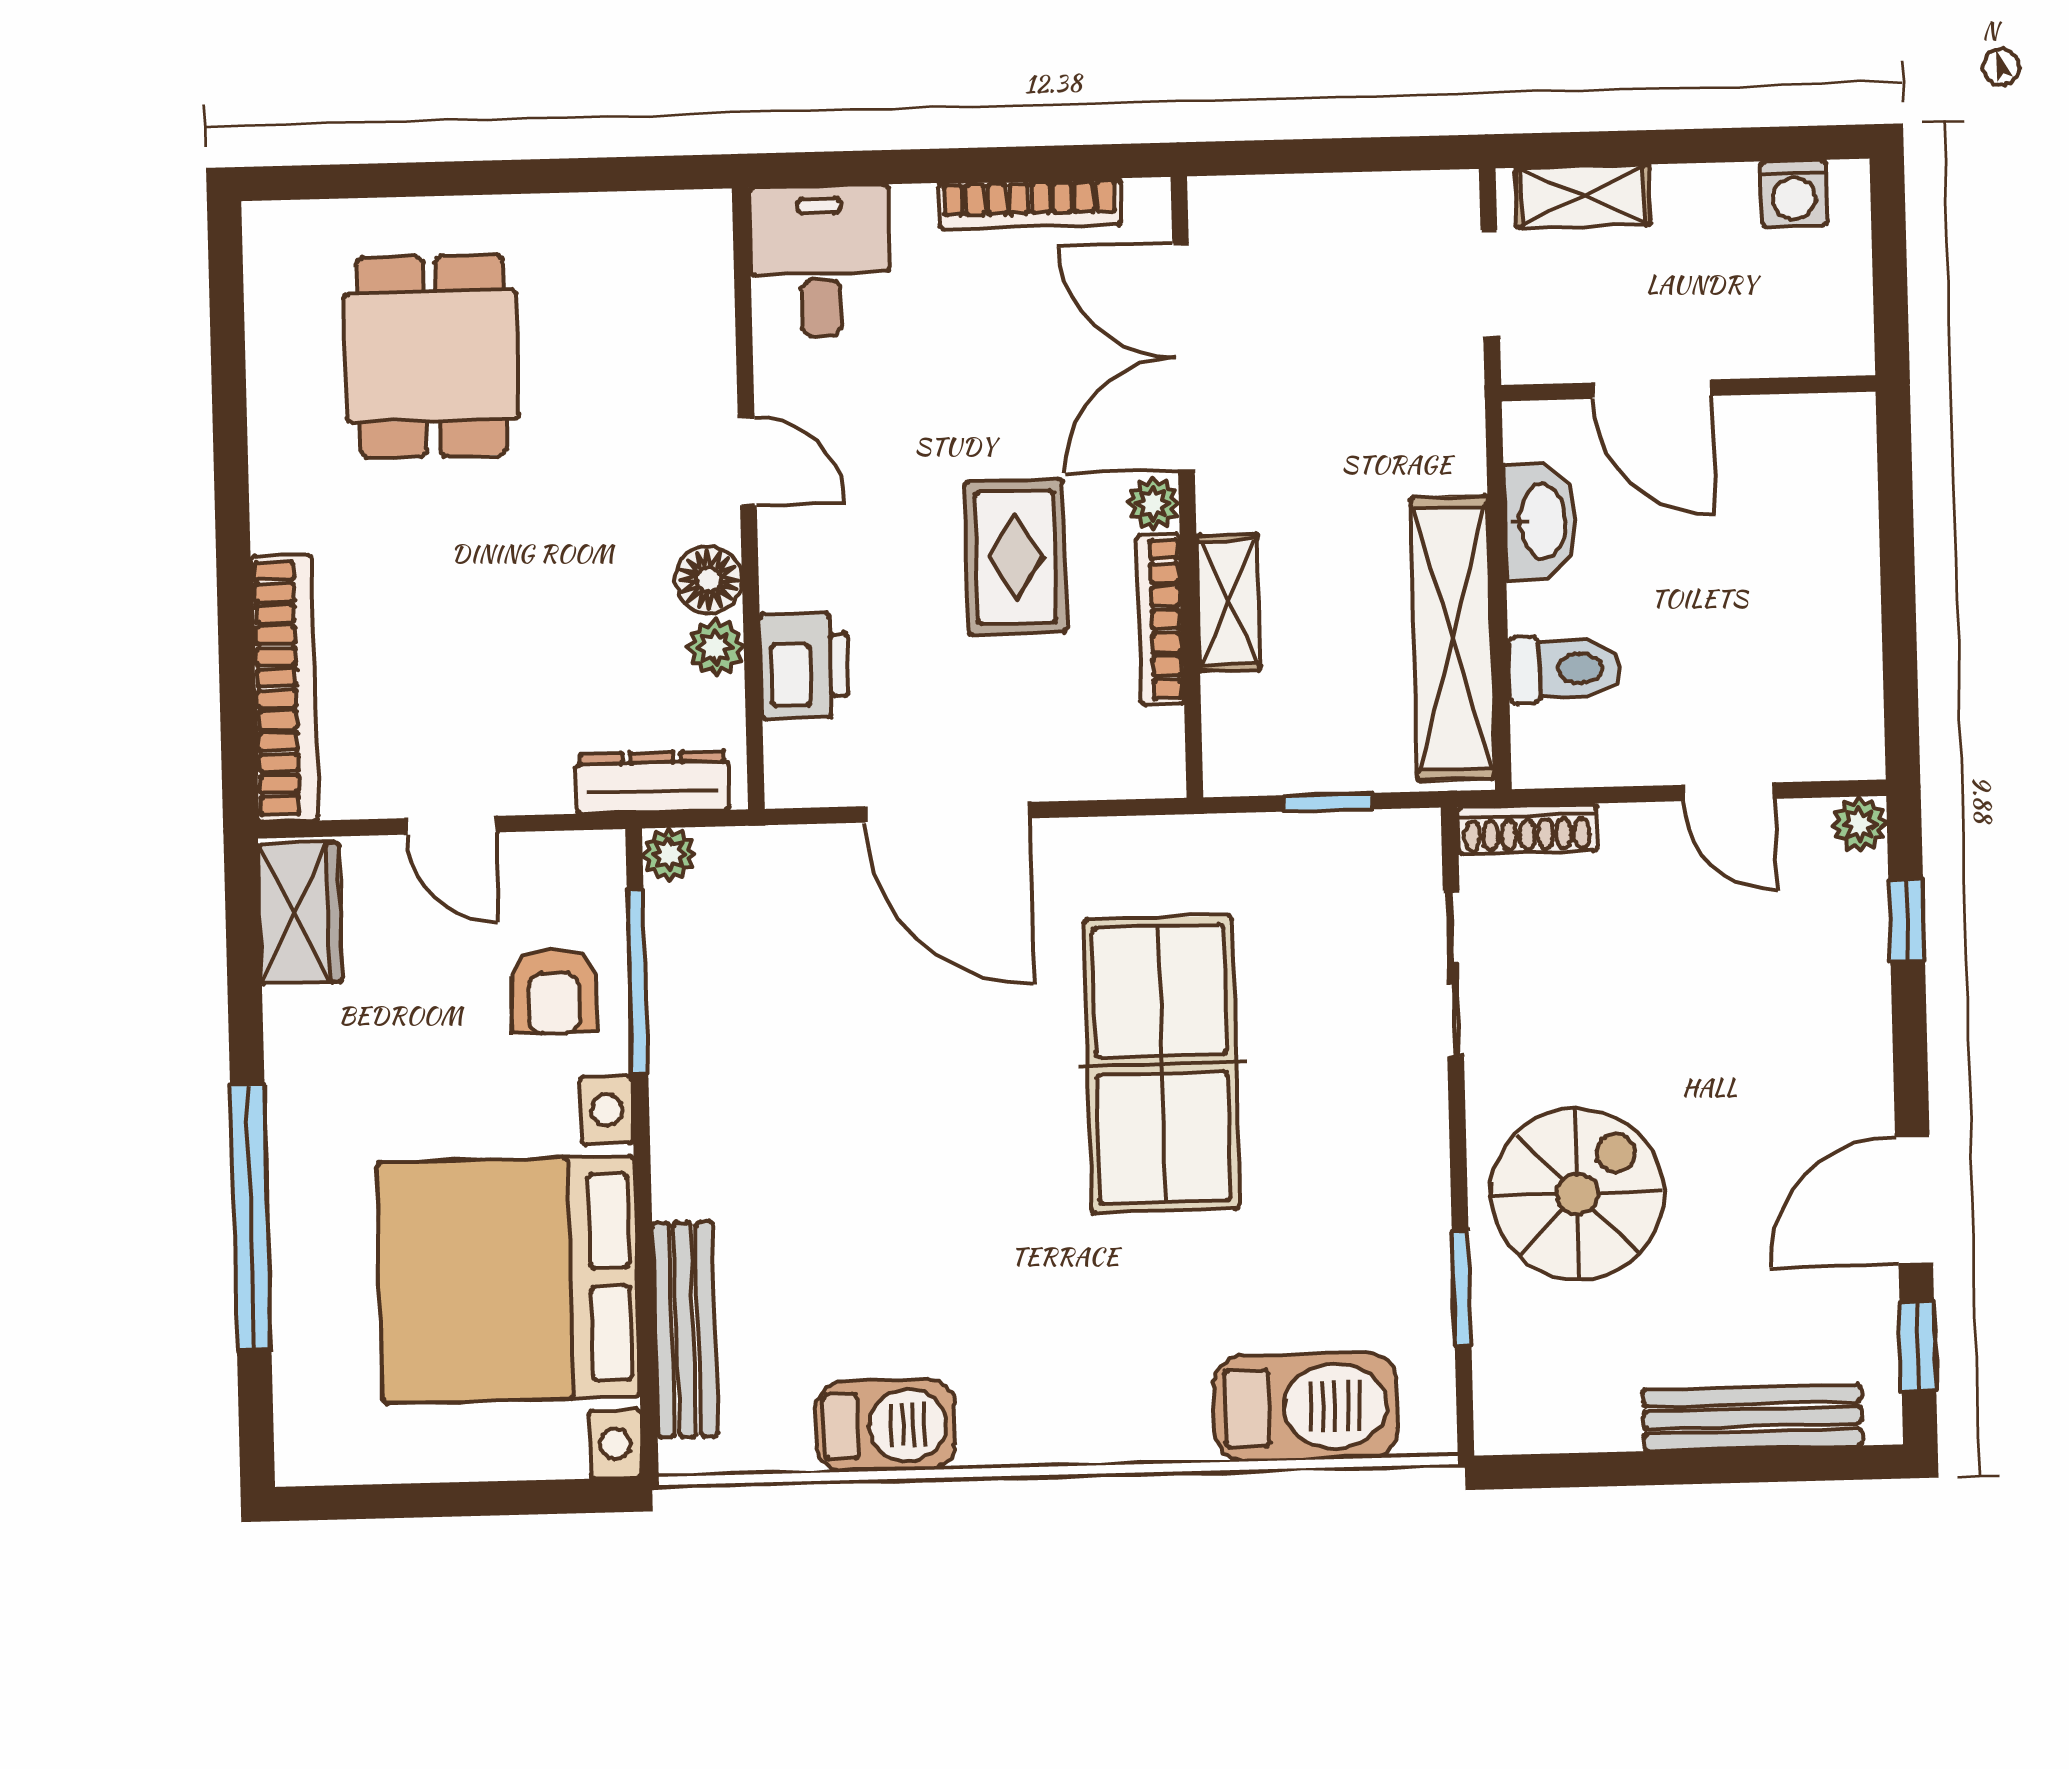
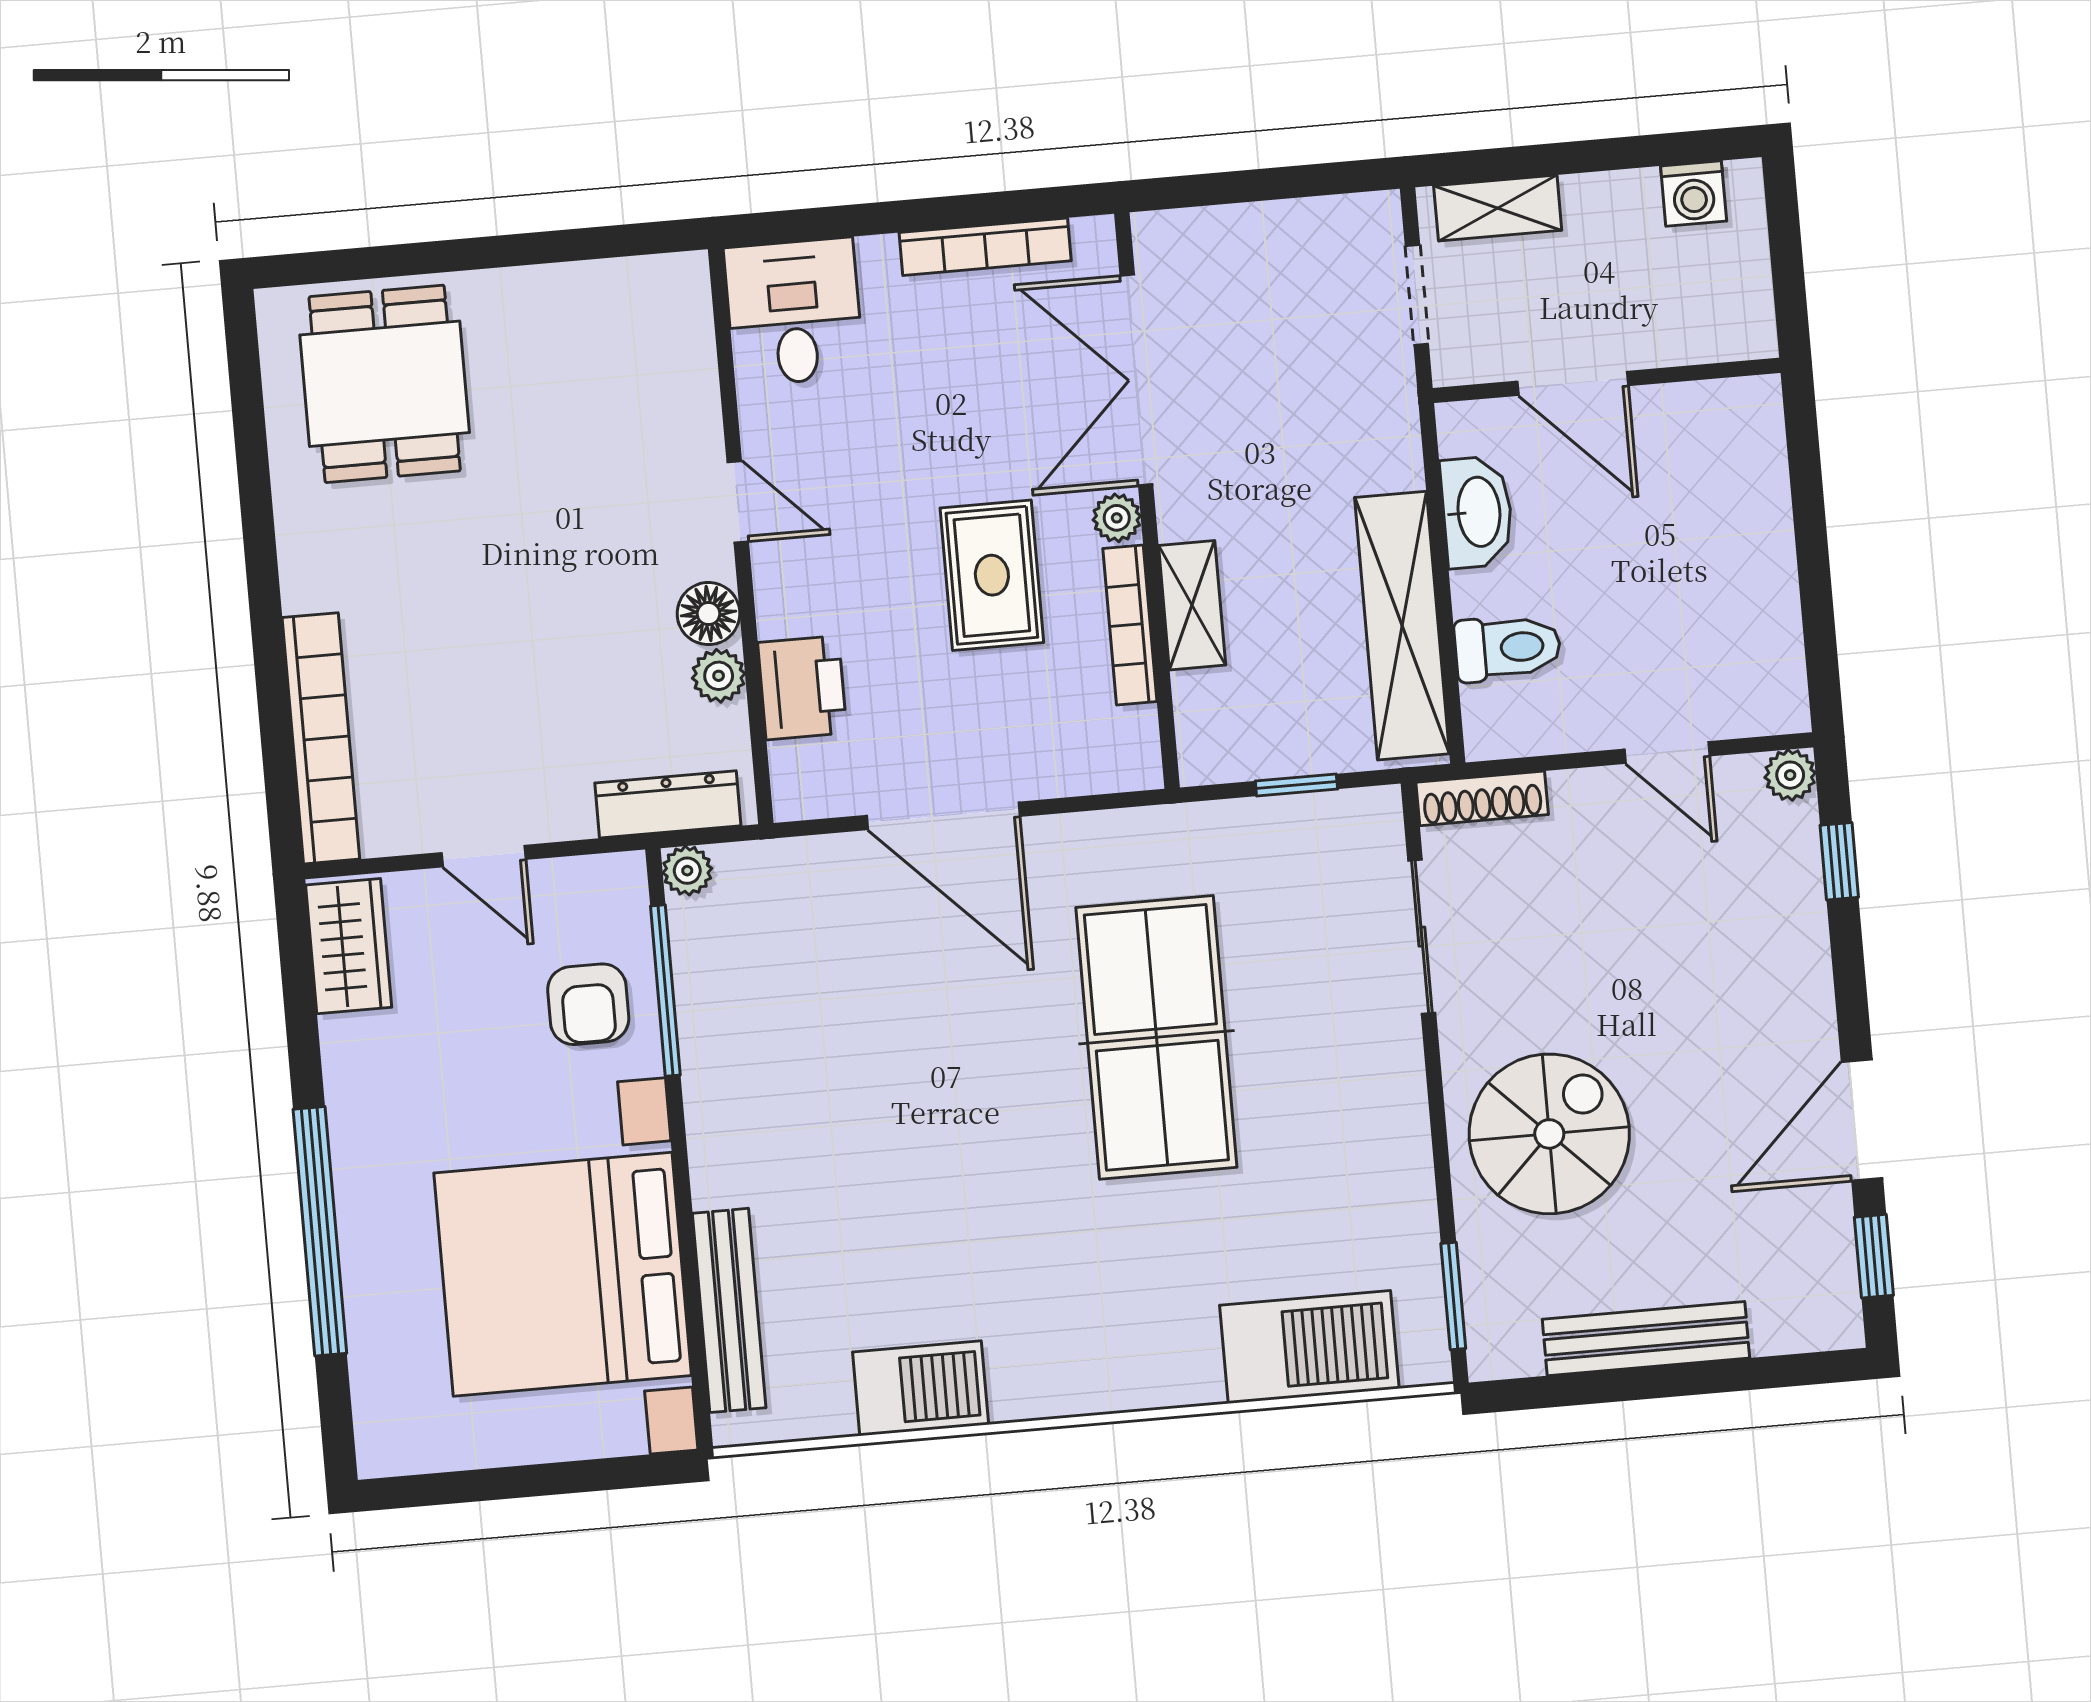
dining table: (432, 356) -> (385, 384), moved
window: (1462, 1288) -> (1453, 1296), moved
bench: (1752, 1418) -> (1646, 1339), moved

